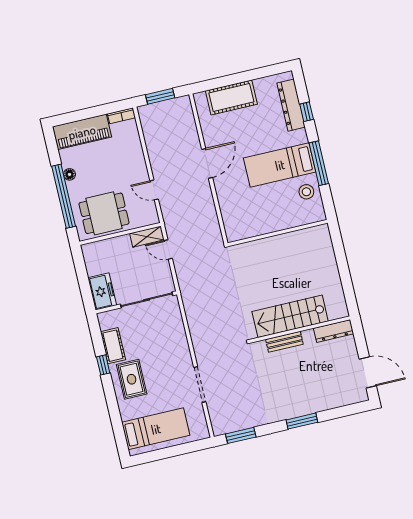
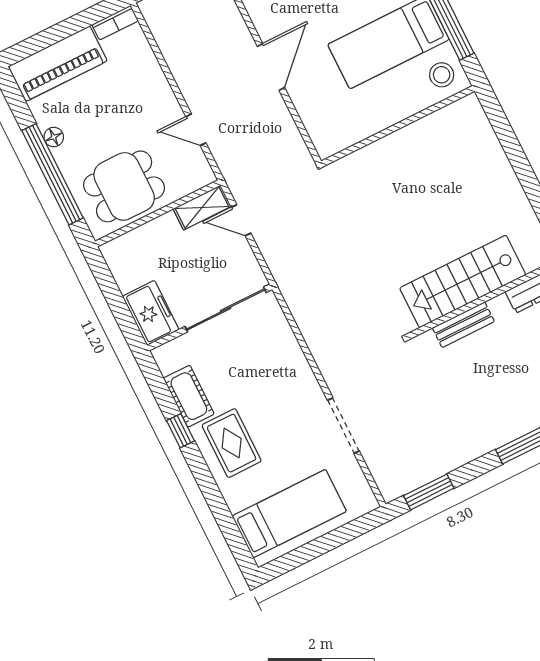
wall: (278, 233) -> (398, 126), moved

